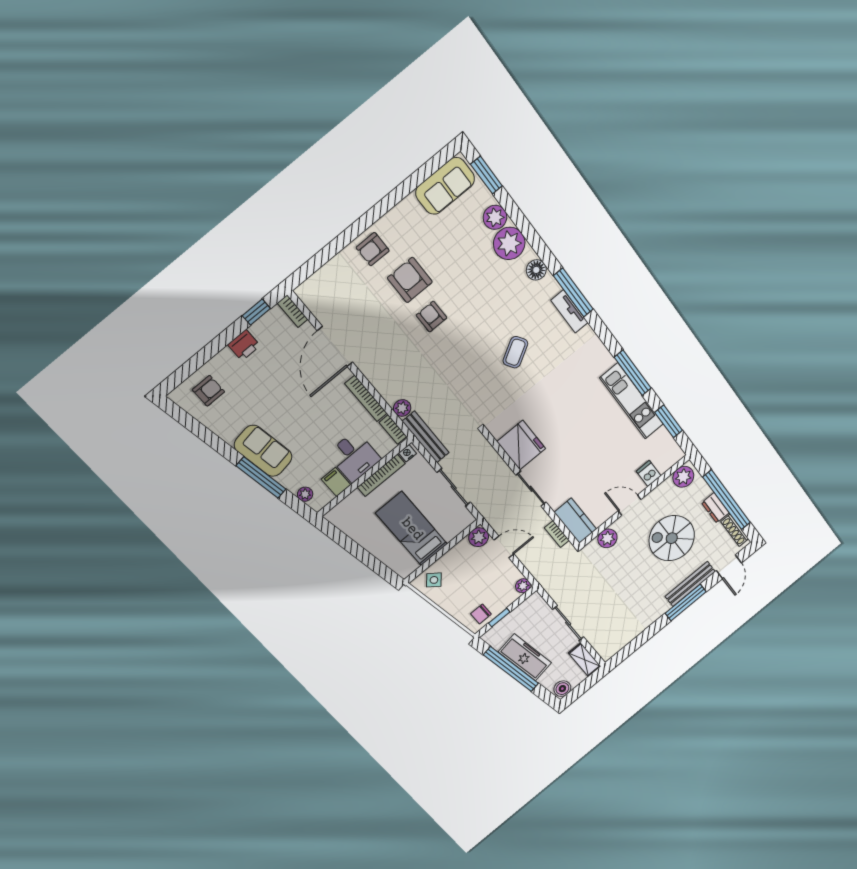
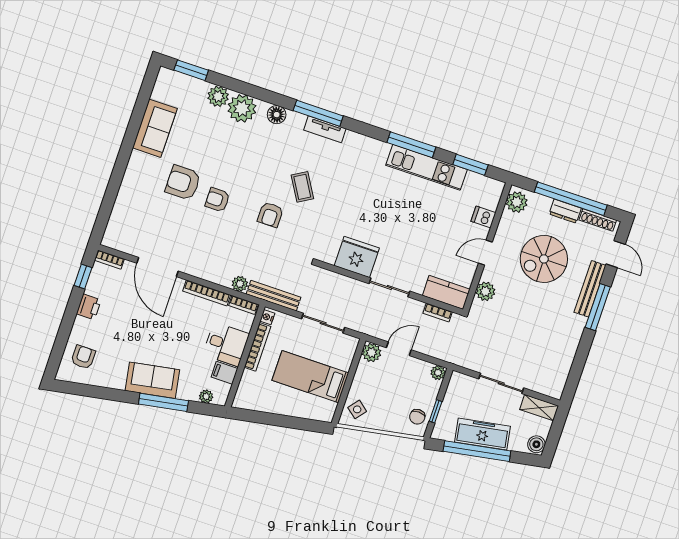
sofa: (445, 186) -> (155, 128), moved
armchair: (373, 249) -> (270, 215), moved

